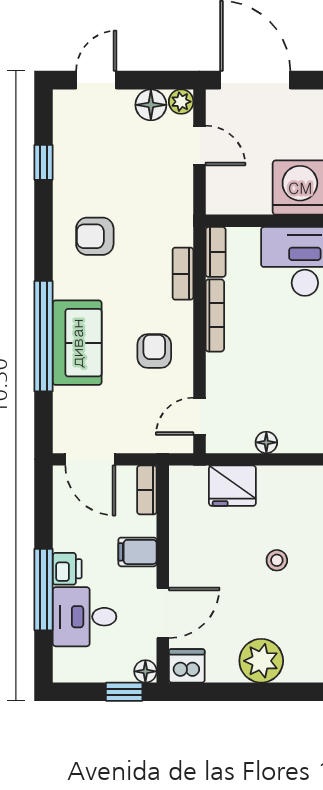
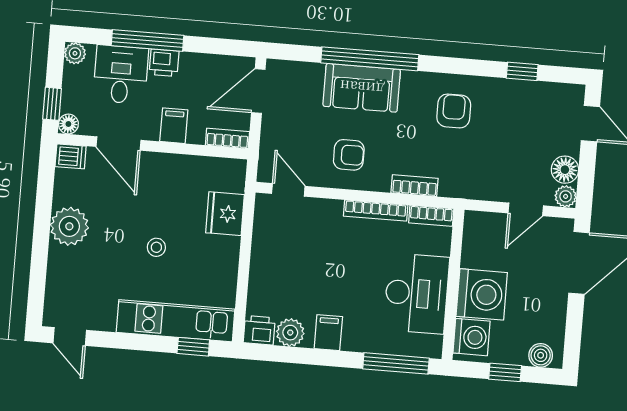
floor lamp: (266, 442) -> (260, 247), removed
dishwasher: (187, 666) -> (71, 156), width x0.73
plant: (65, 671) -> (75, 53), added

